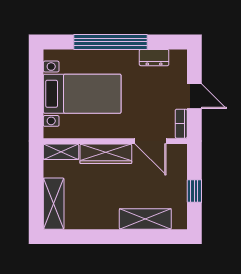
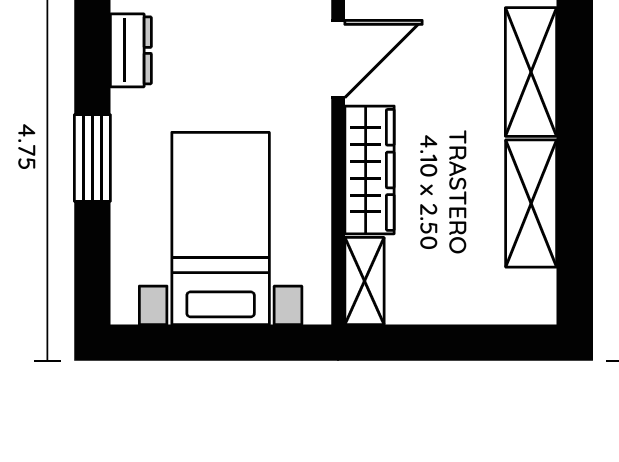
window: (111, 42) -> (92, 158), width x0.47
shelving: (54, 204) -> (531, 204), moved, turned 90

